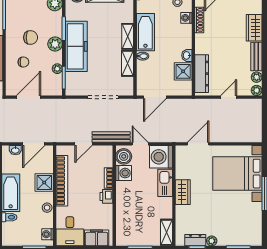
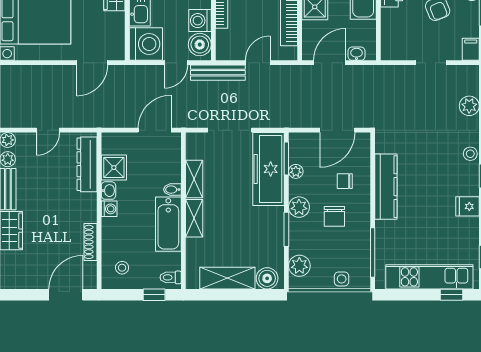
washing machine: (186, 18) -> (109, 209), moved
chair: (31, 38) -> (334, 216), turned -90
freezer: (76, 46) -> (268, 169), moved
door: (140, 144) -> (176, 63), hinge flipped

